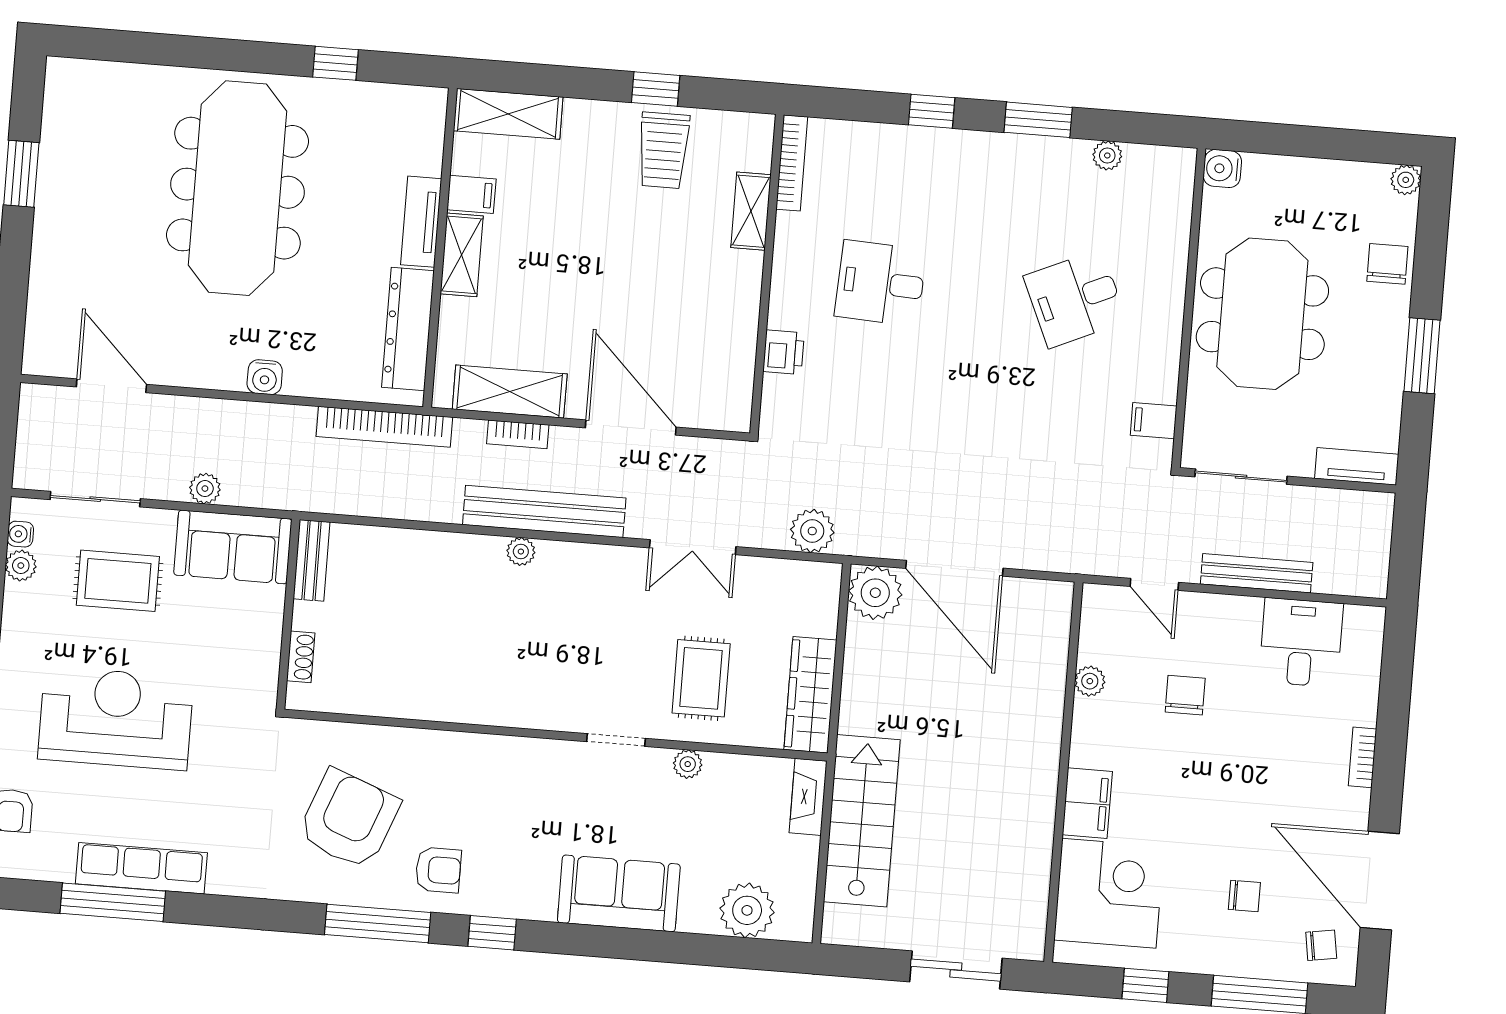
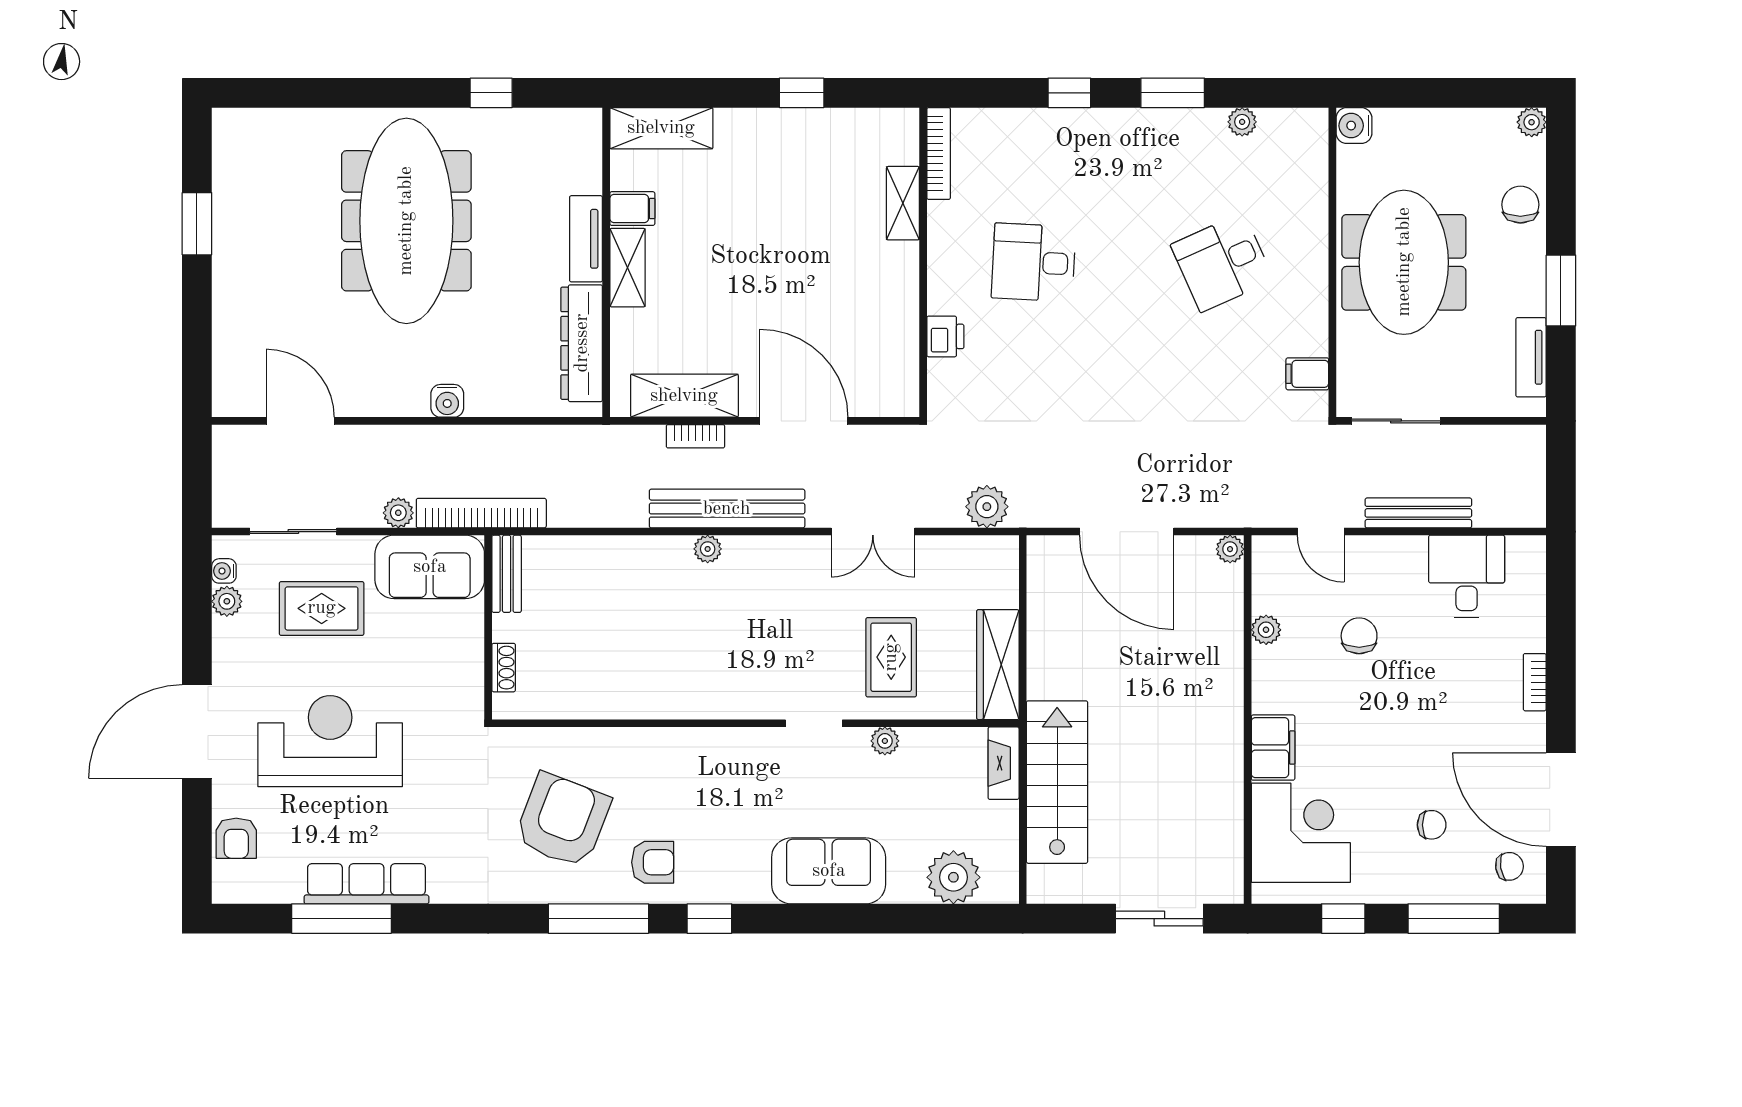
trolley: (663, 150) -> (814, 151), removed
bookcase: (384, 427) -> (481, 513), moved, turned 180
tv unit: (1357, 466) -> (1531, 357), moved, turned -90
plant: (875, 593) -> (1230, 549), moved, width x0.53, depth x0.53

